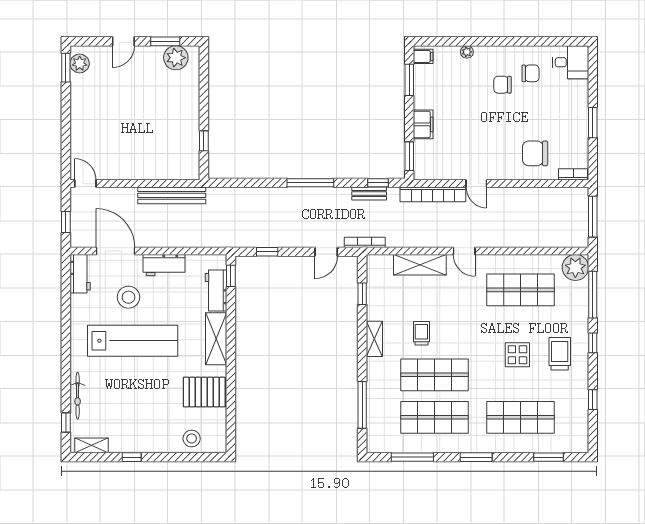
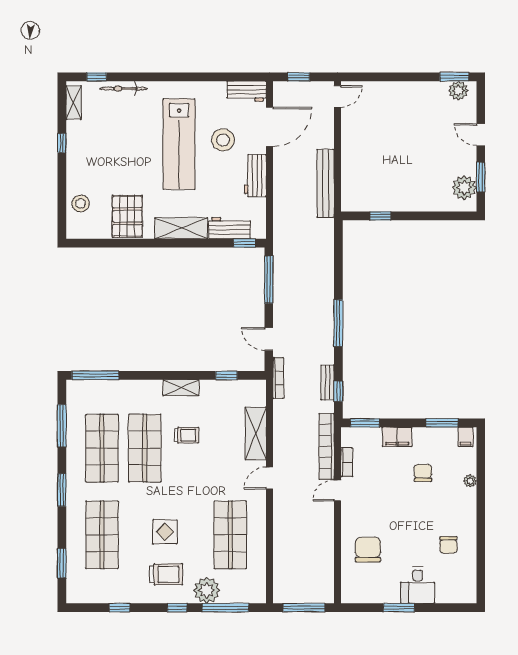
desk: (571, 62) -> (418, 585), moved
chair: (503, 85) -> (423, 473), moved
bookcase: (573, 174) -> (347, 462), moved
window: (267, 252) -> (269, 280), width x2.17
plant: (575, 267) -> (207, 590), moved
window: (362, 405) -> (95, 375), moved

